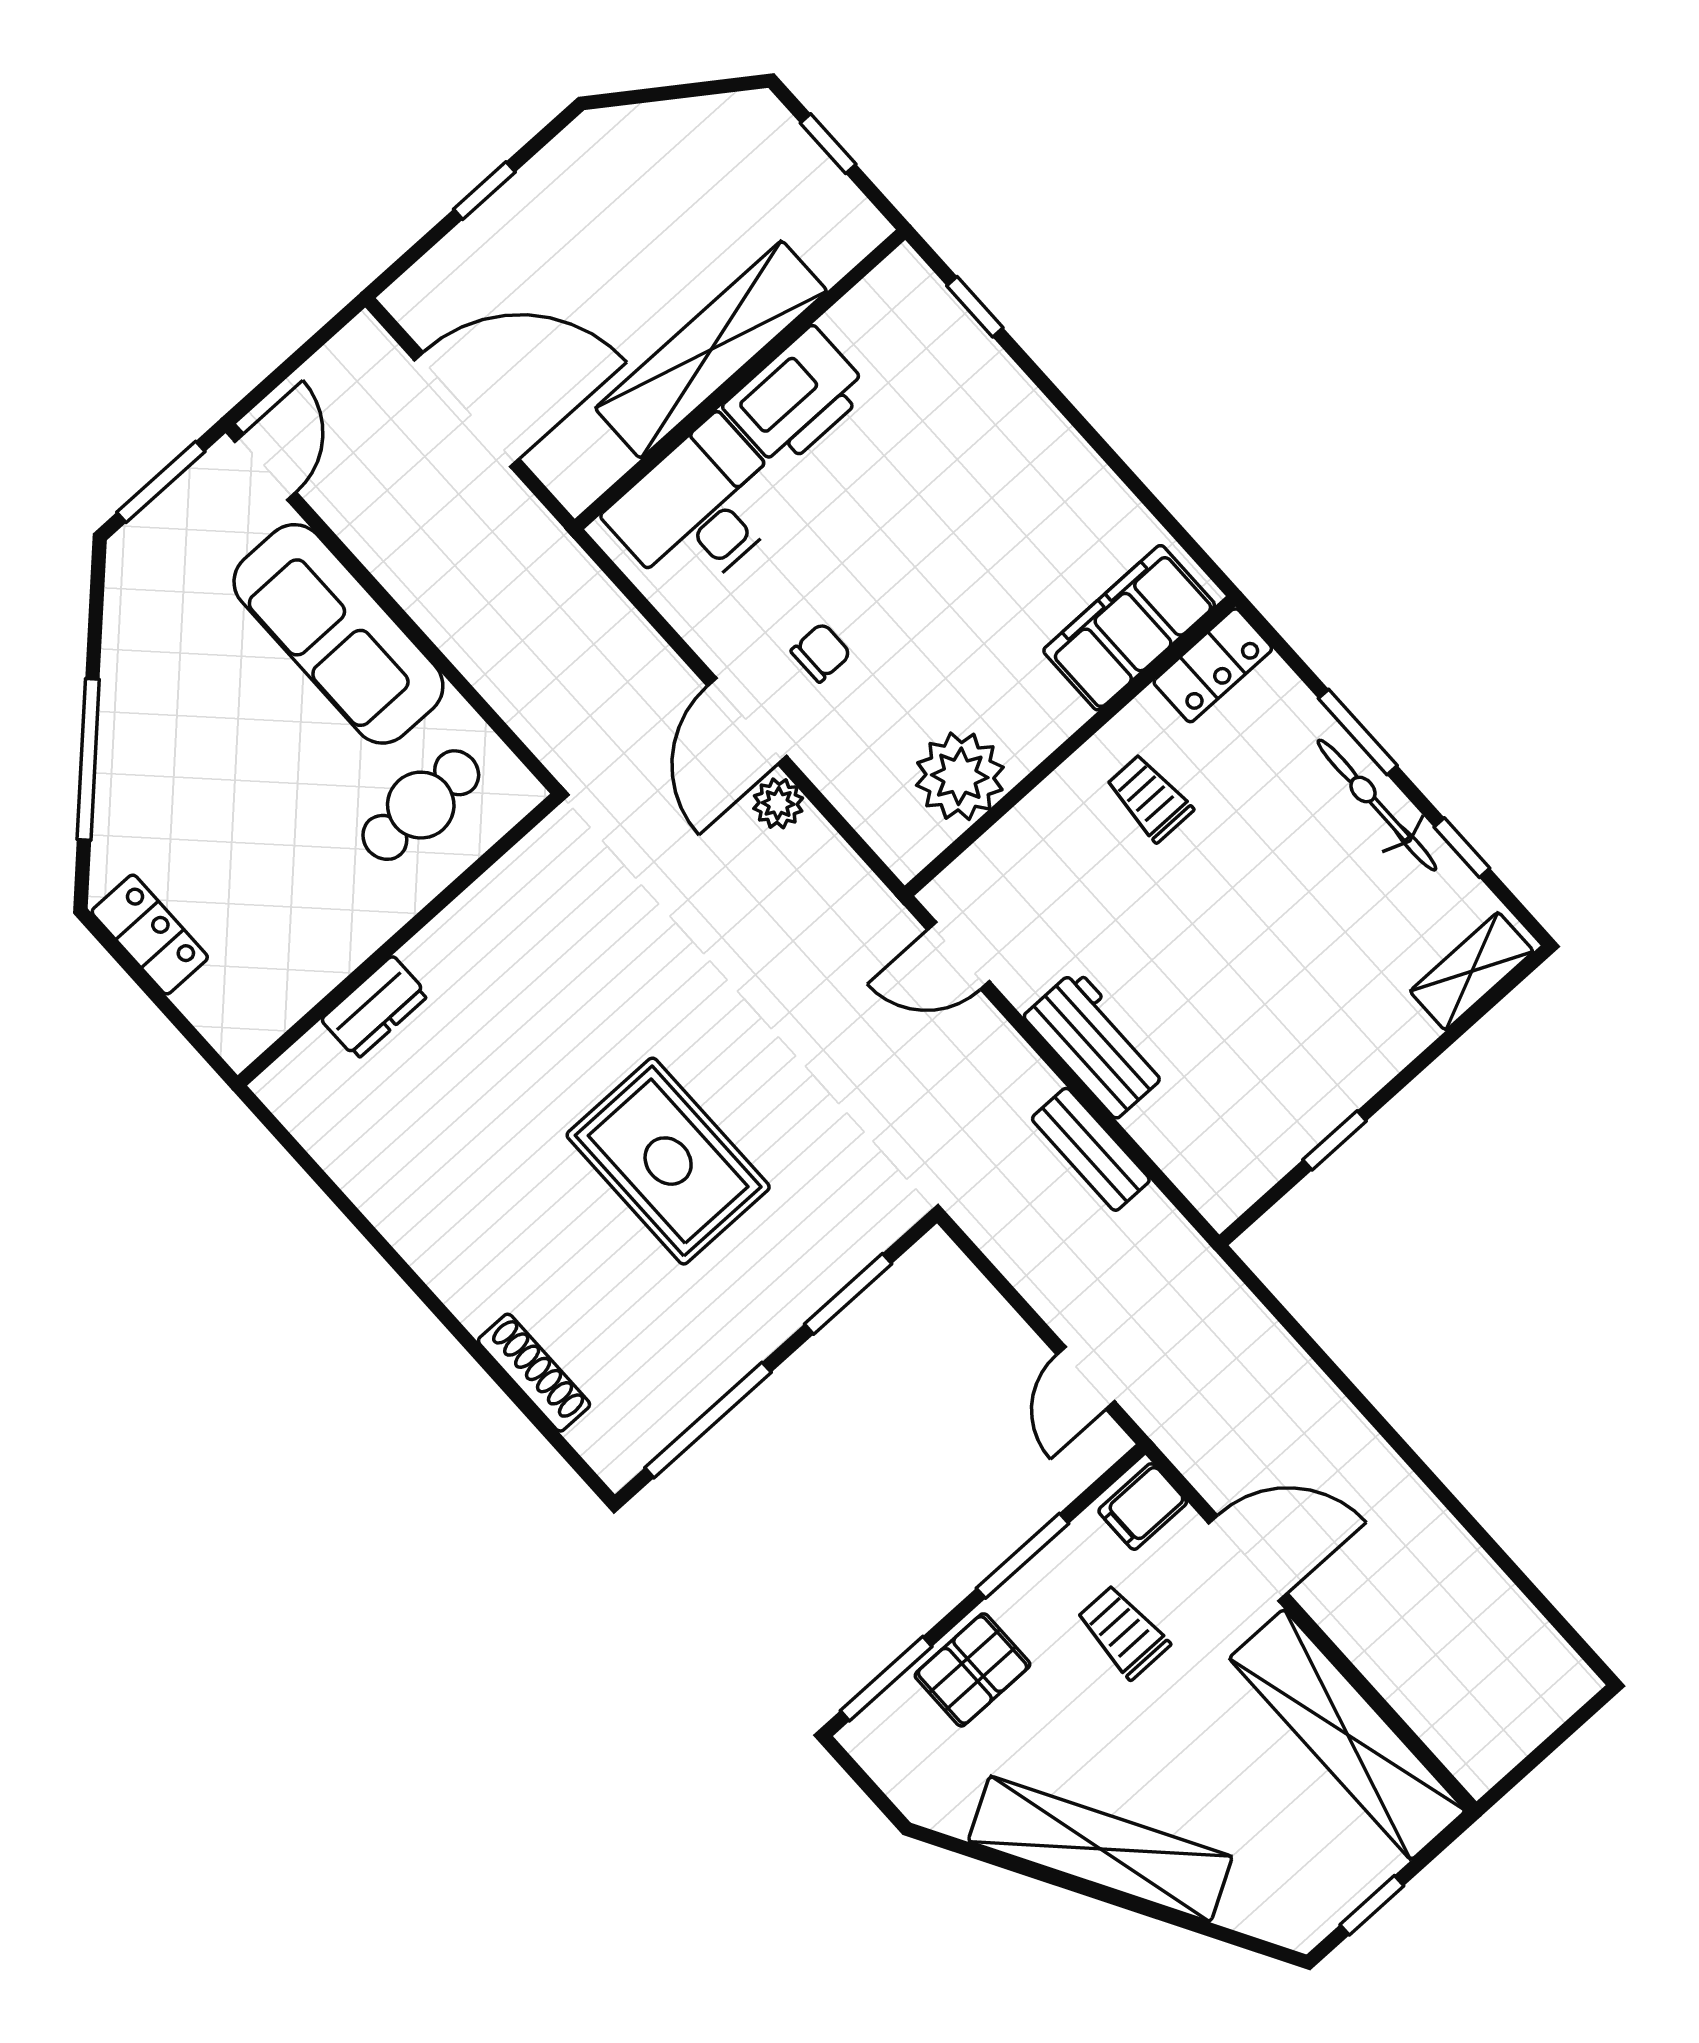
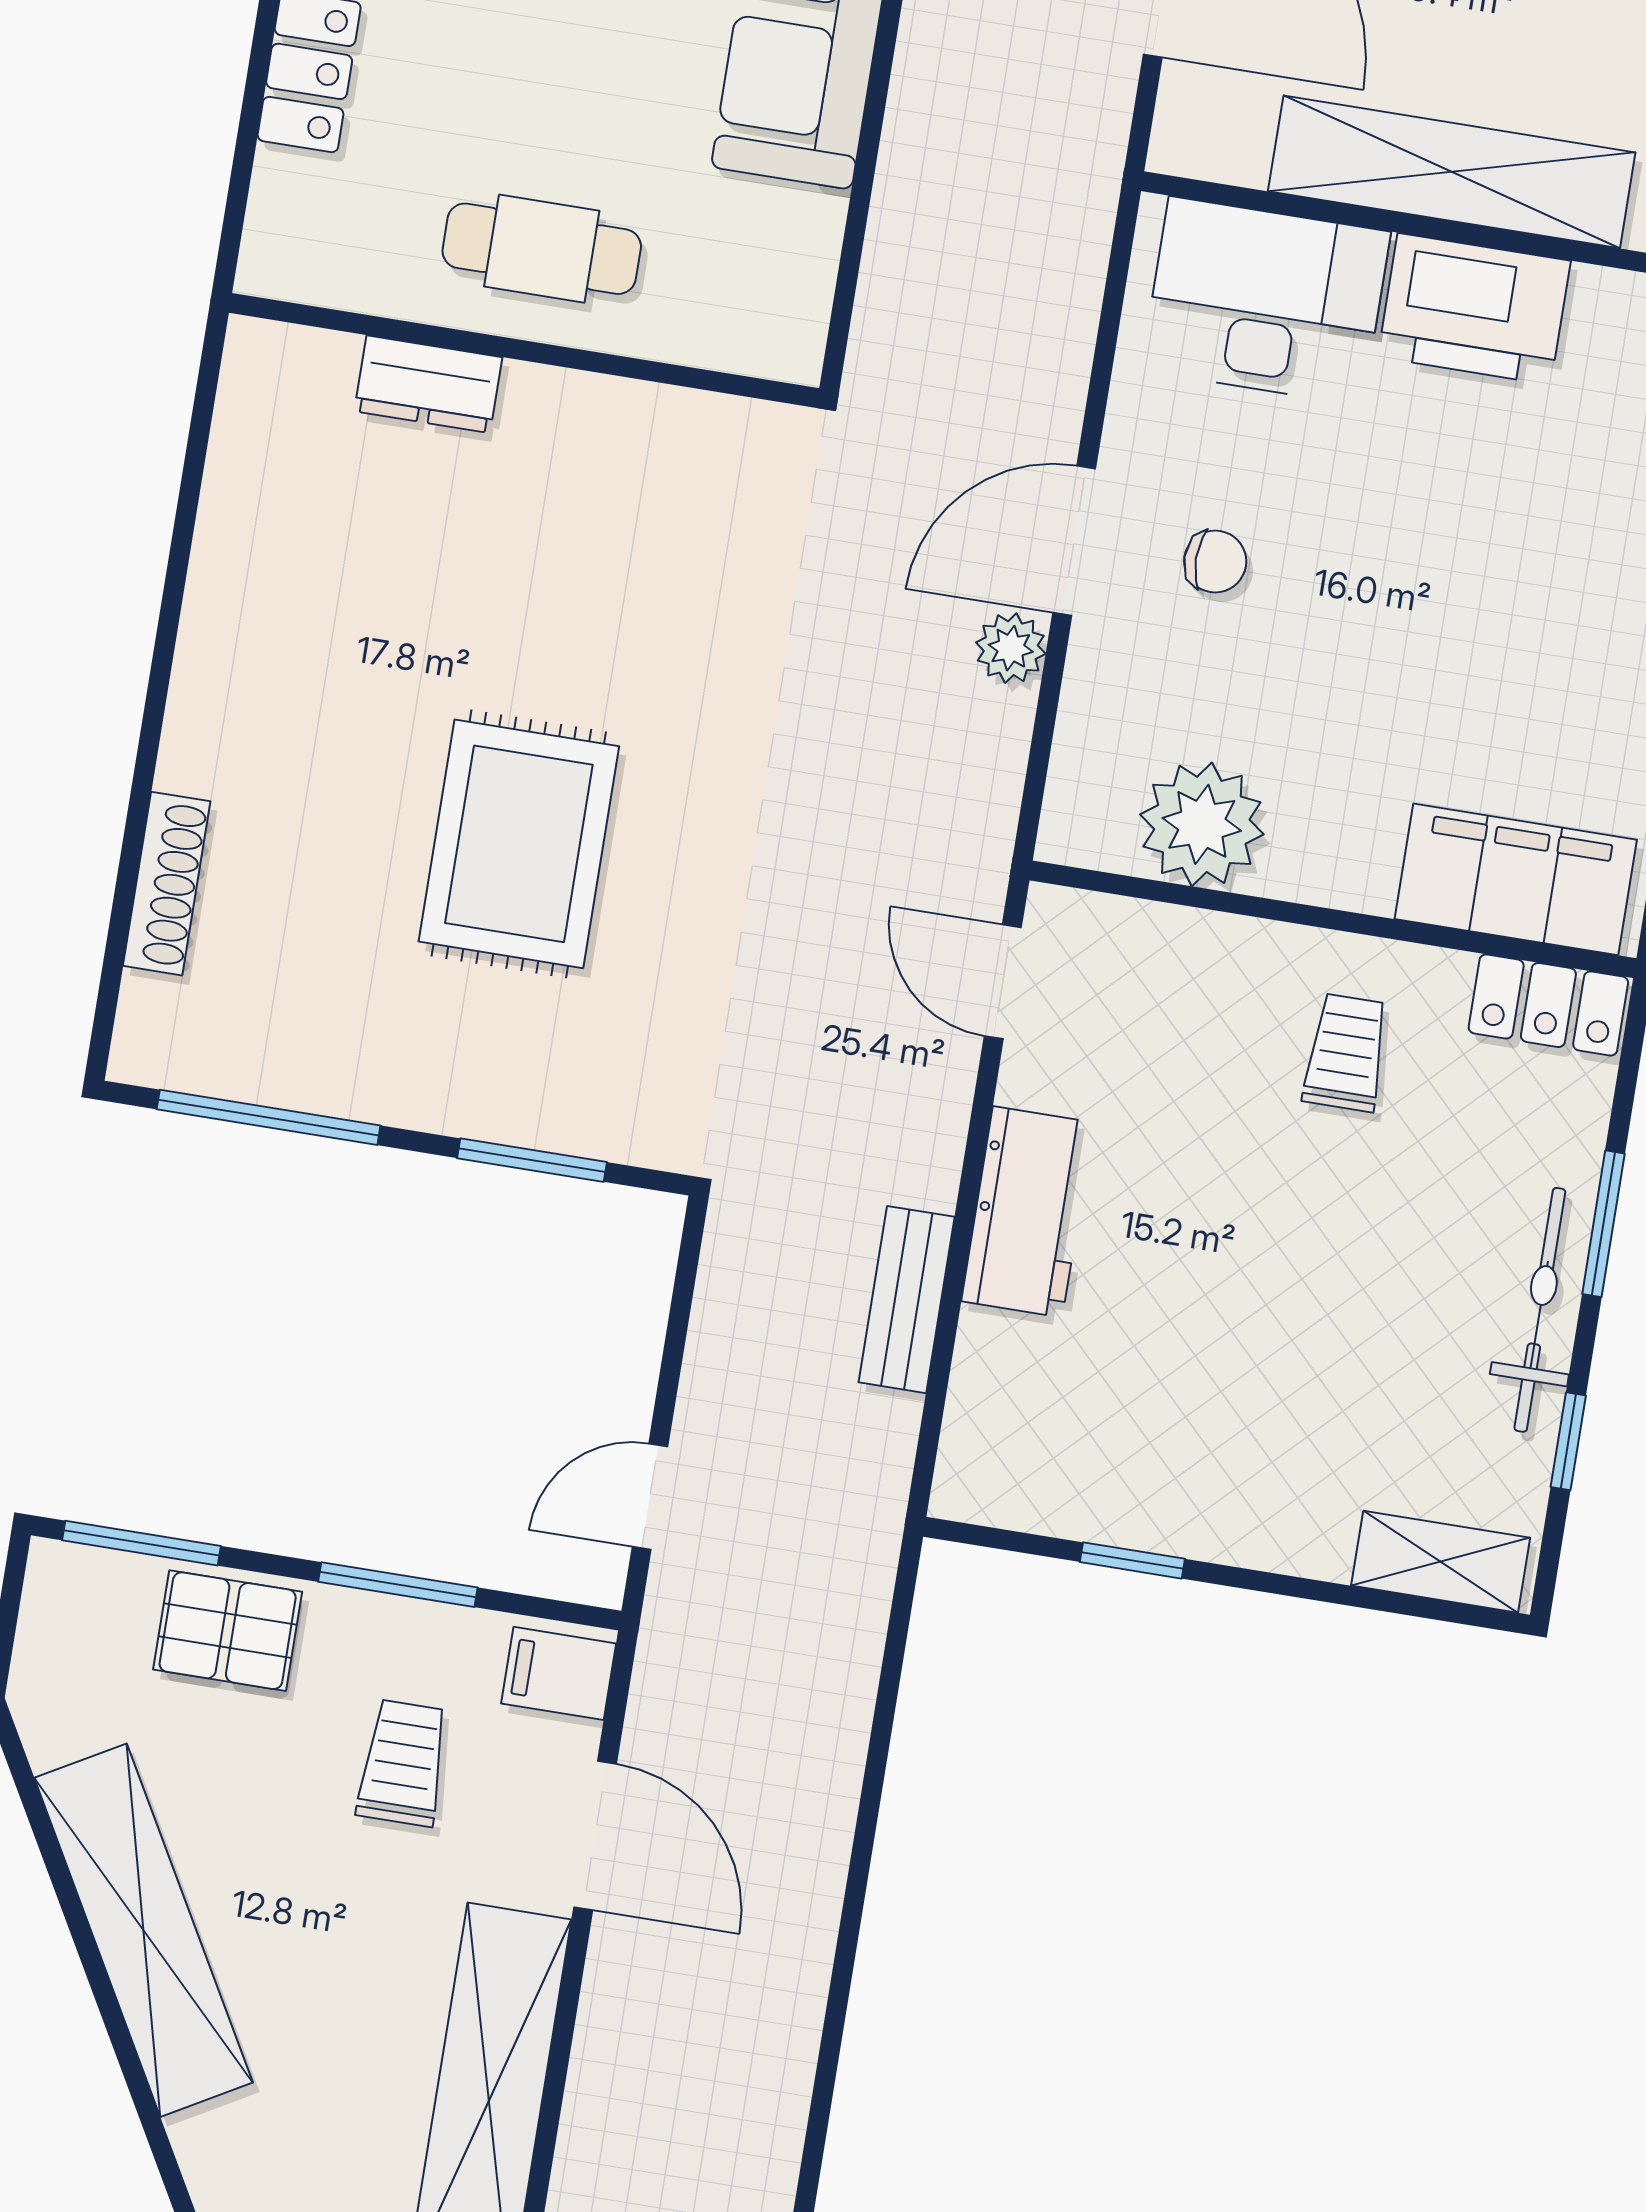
cafe table: (421, 805) -> (542, 249), moved

